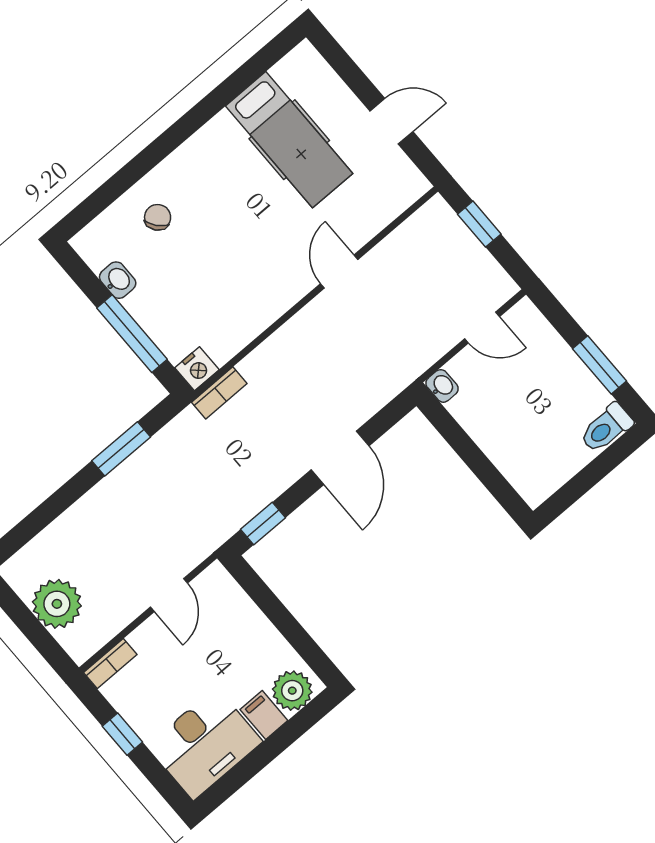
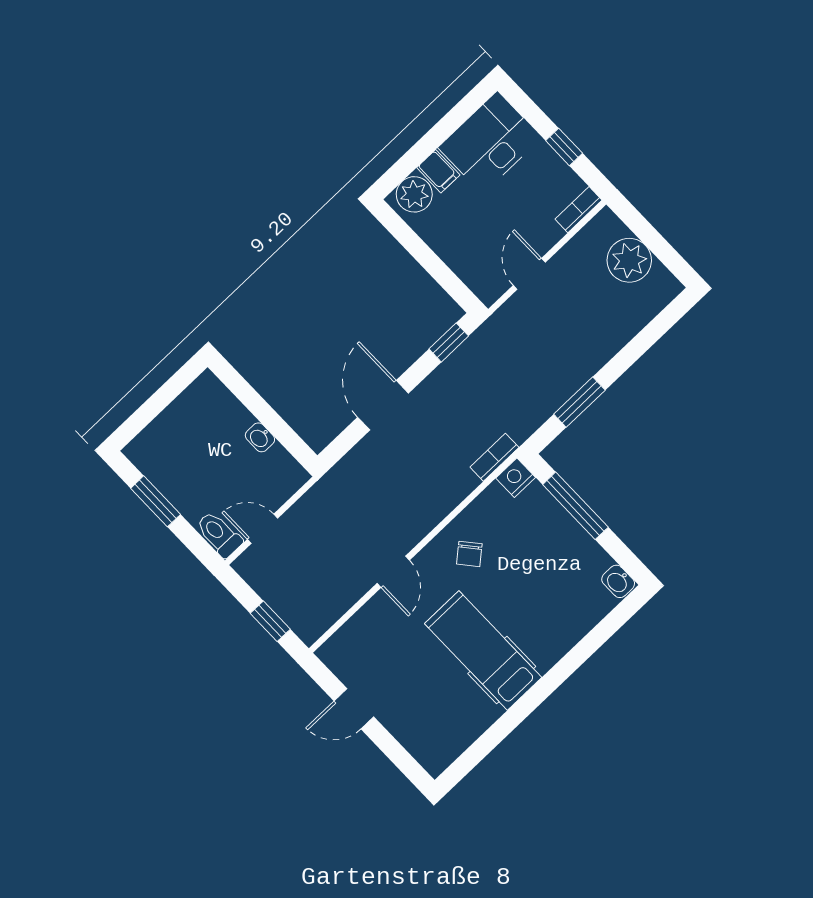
hospital bed: (289, 140) -> (483, 651), moved
chair: (158, 217) -> (469, 554), moved
washbasin: (118, 280) -> (618, 581), moved
washbasin: (442, 386) -> (260, 437), moved
toilet: (606, 428) -> (219, 534), moved, turned -90

